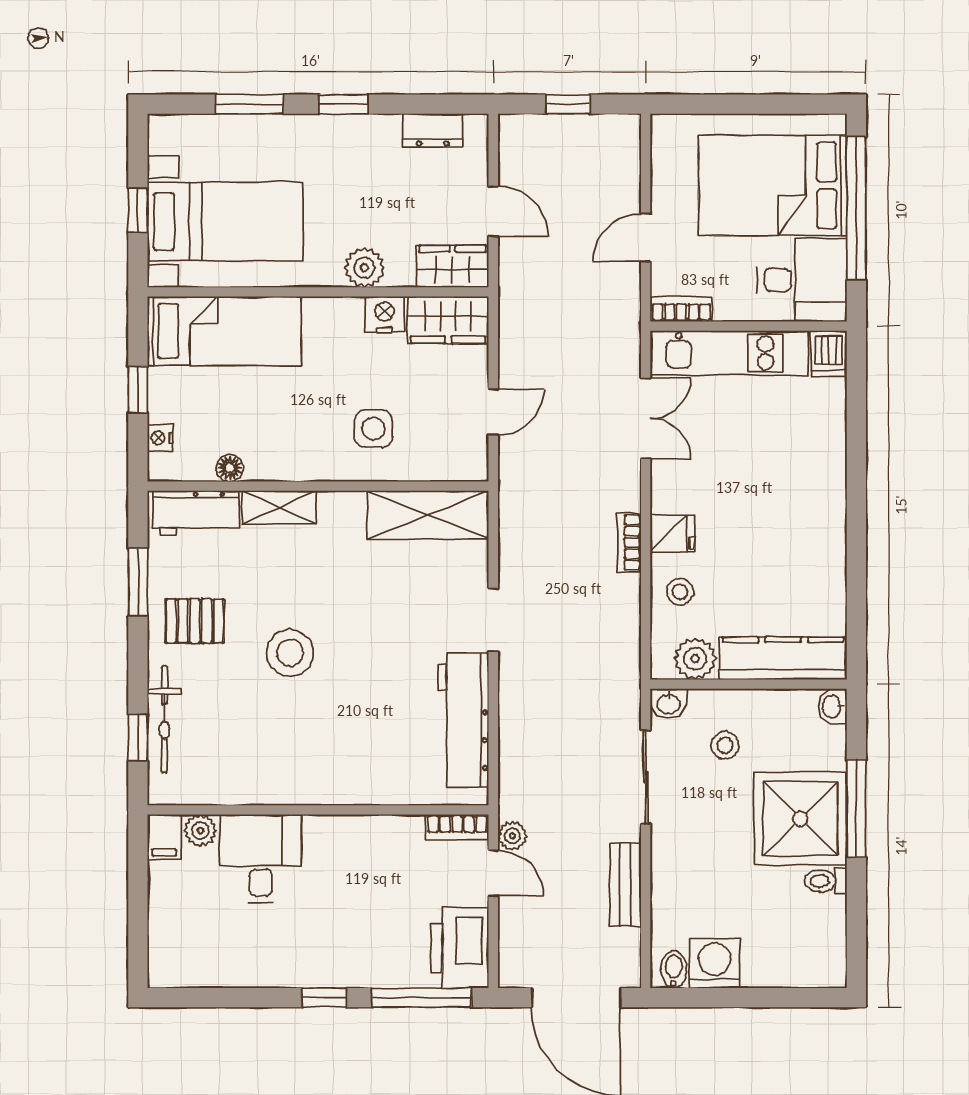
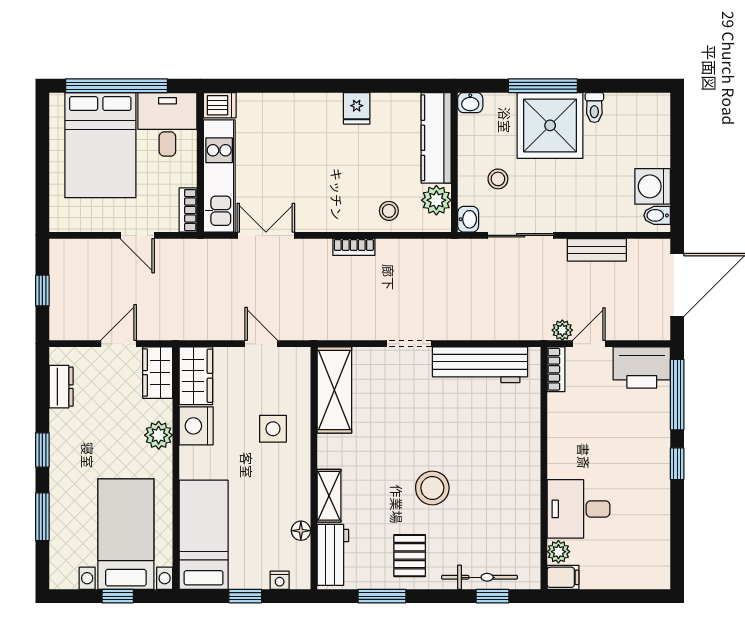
nightstand: (385, 315) -> (196, 426), width x1.36, depth x1.33
fridge: (672, 534) -> (357, 108), moved, turned 180

